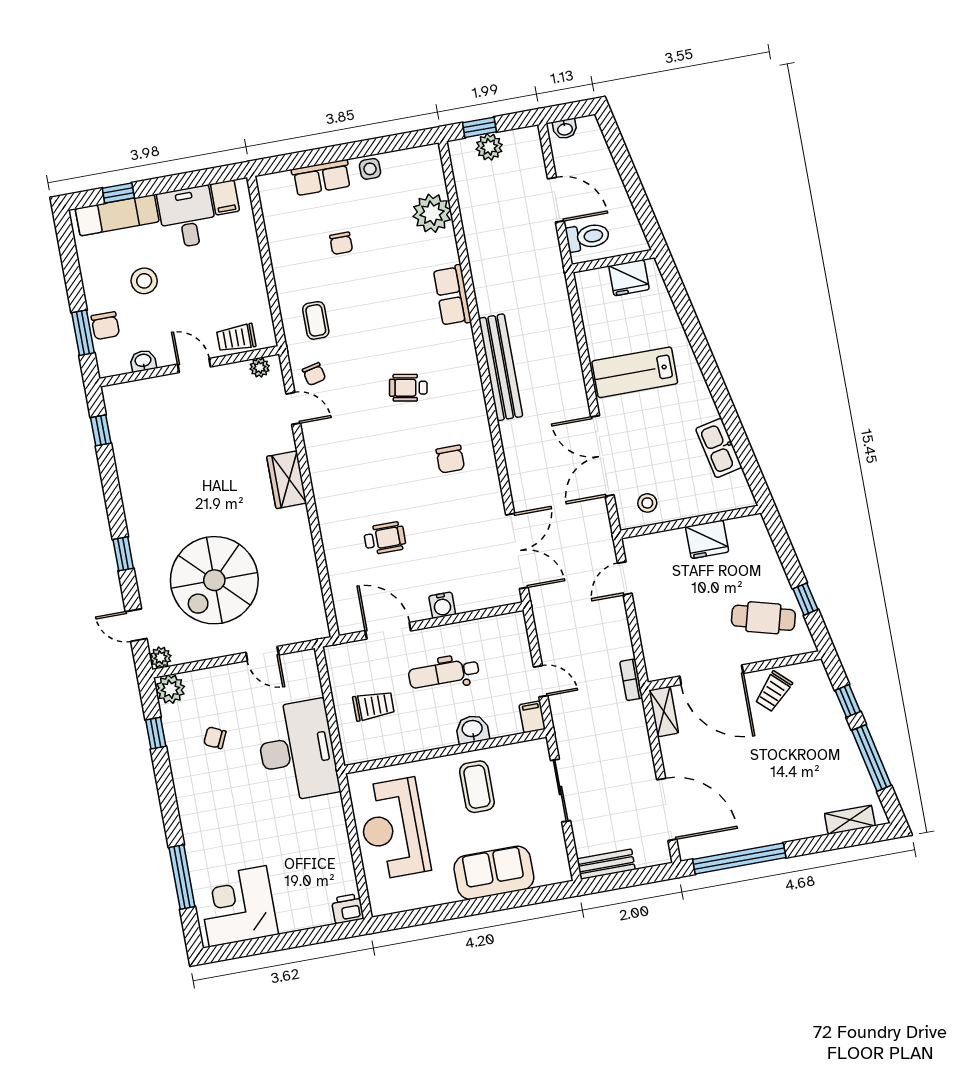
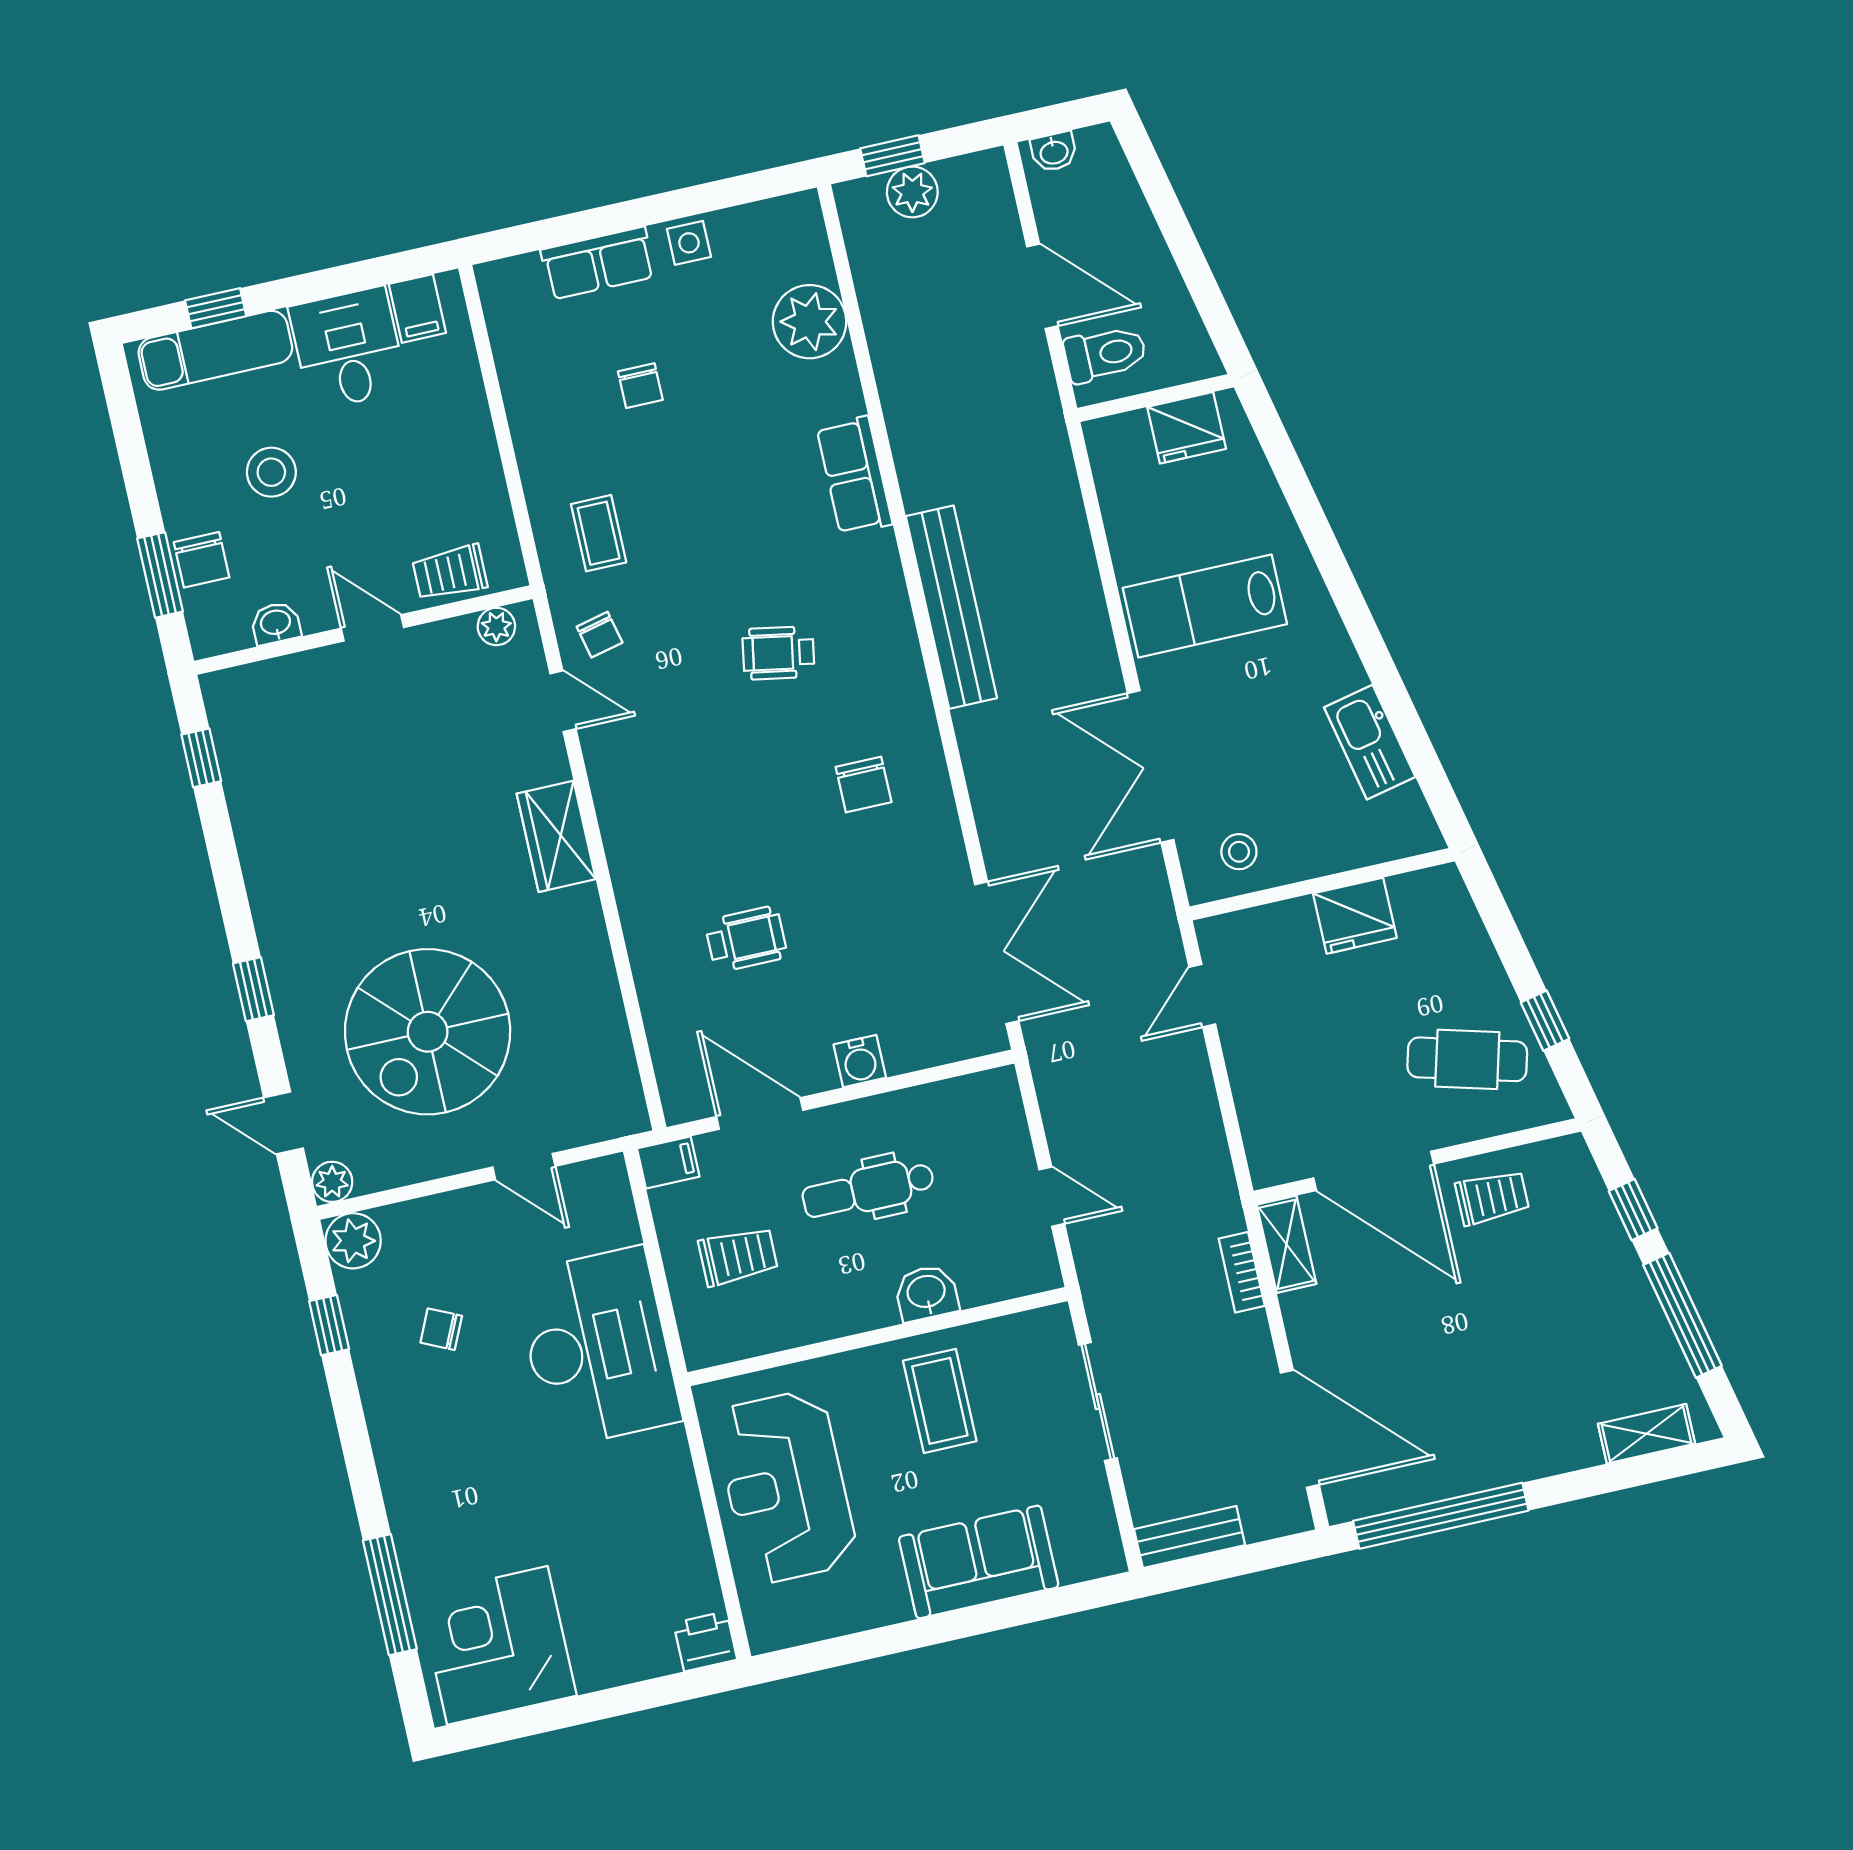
bookcase: (631, 680) -> (1242, 1272), moved
trolley: (774, 691) -> (1492, 1198), turned -133
filing cabinet: (532, 717) -> (668, 1163), moved, turned 90

